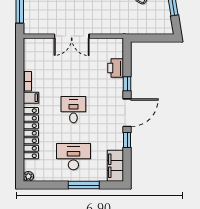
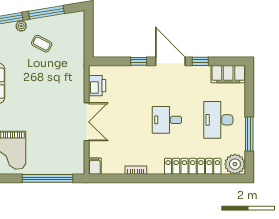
printer: (116, 68) -> (97, 86), moved, turned -90
filing cabinet: (31, 98) -> (95, 166), moved
plant: (28, 176) -> (235, 164), width x1.88, depth x1.88
window: (84, 185) -> (249, 134), moved

